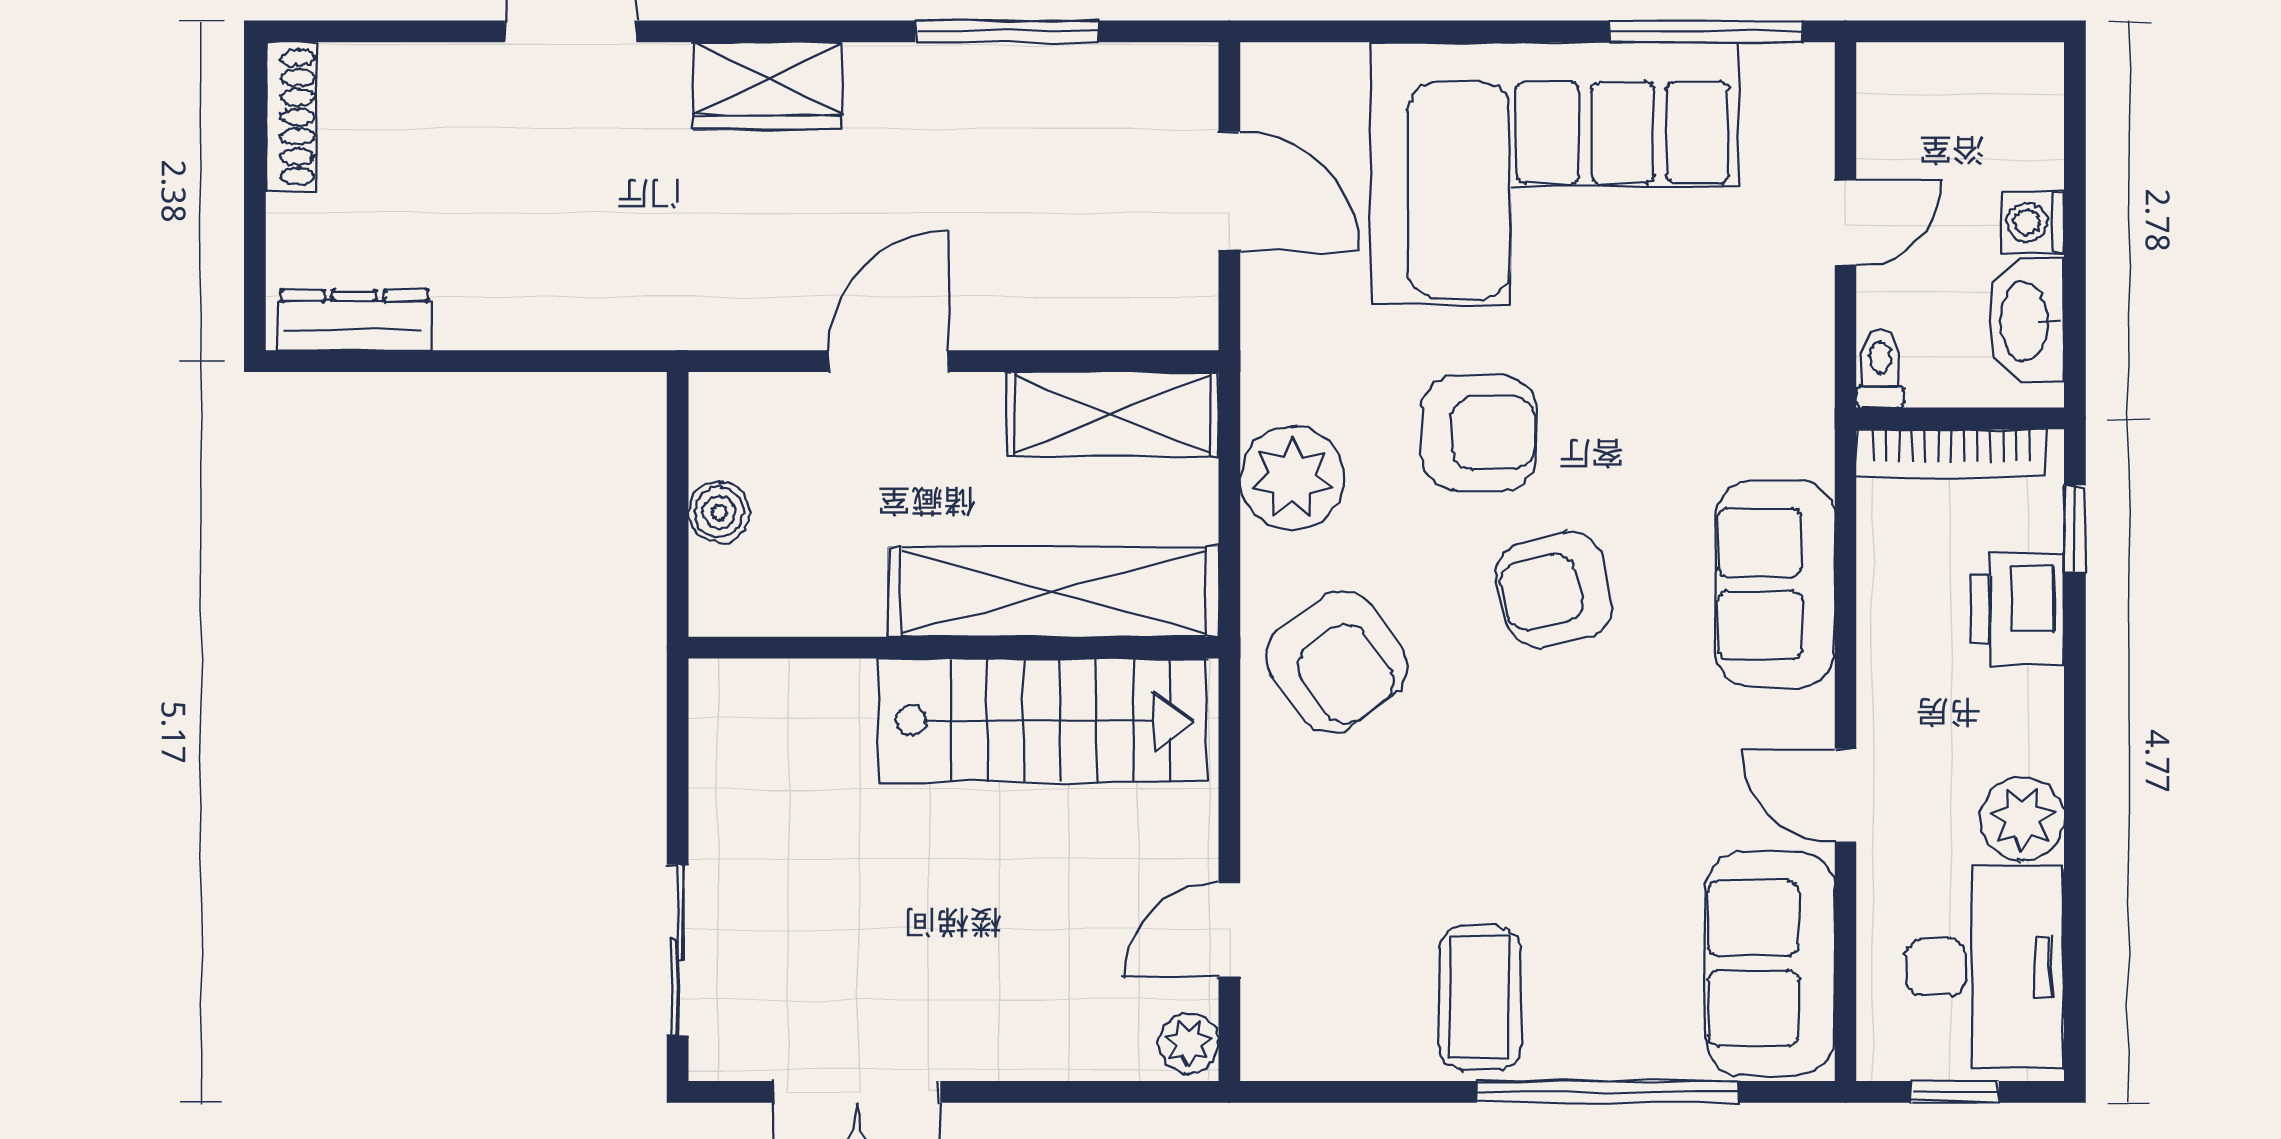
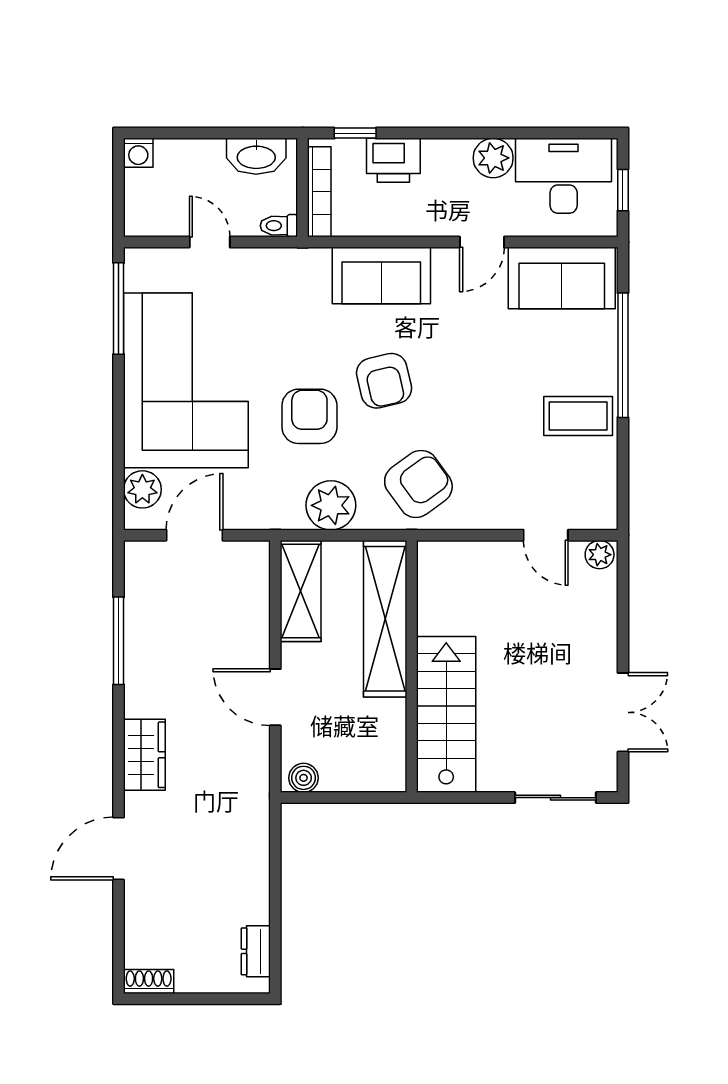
plant: (1326, 82) -> (142, 489), added
shoe rack: (291, 117) -> (149, 981), width x0.70
washing machine: (2033, 222) -> (138, 153), moved
dresser: (354, 320) -> (256, 951), width x0.70
boiler: (719, 512) -> (304, 778), moved
stairs: (1042, 720) -> (446, 714), moved

